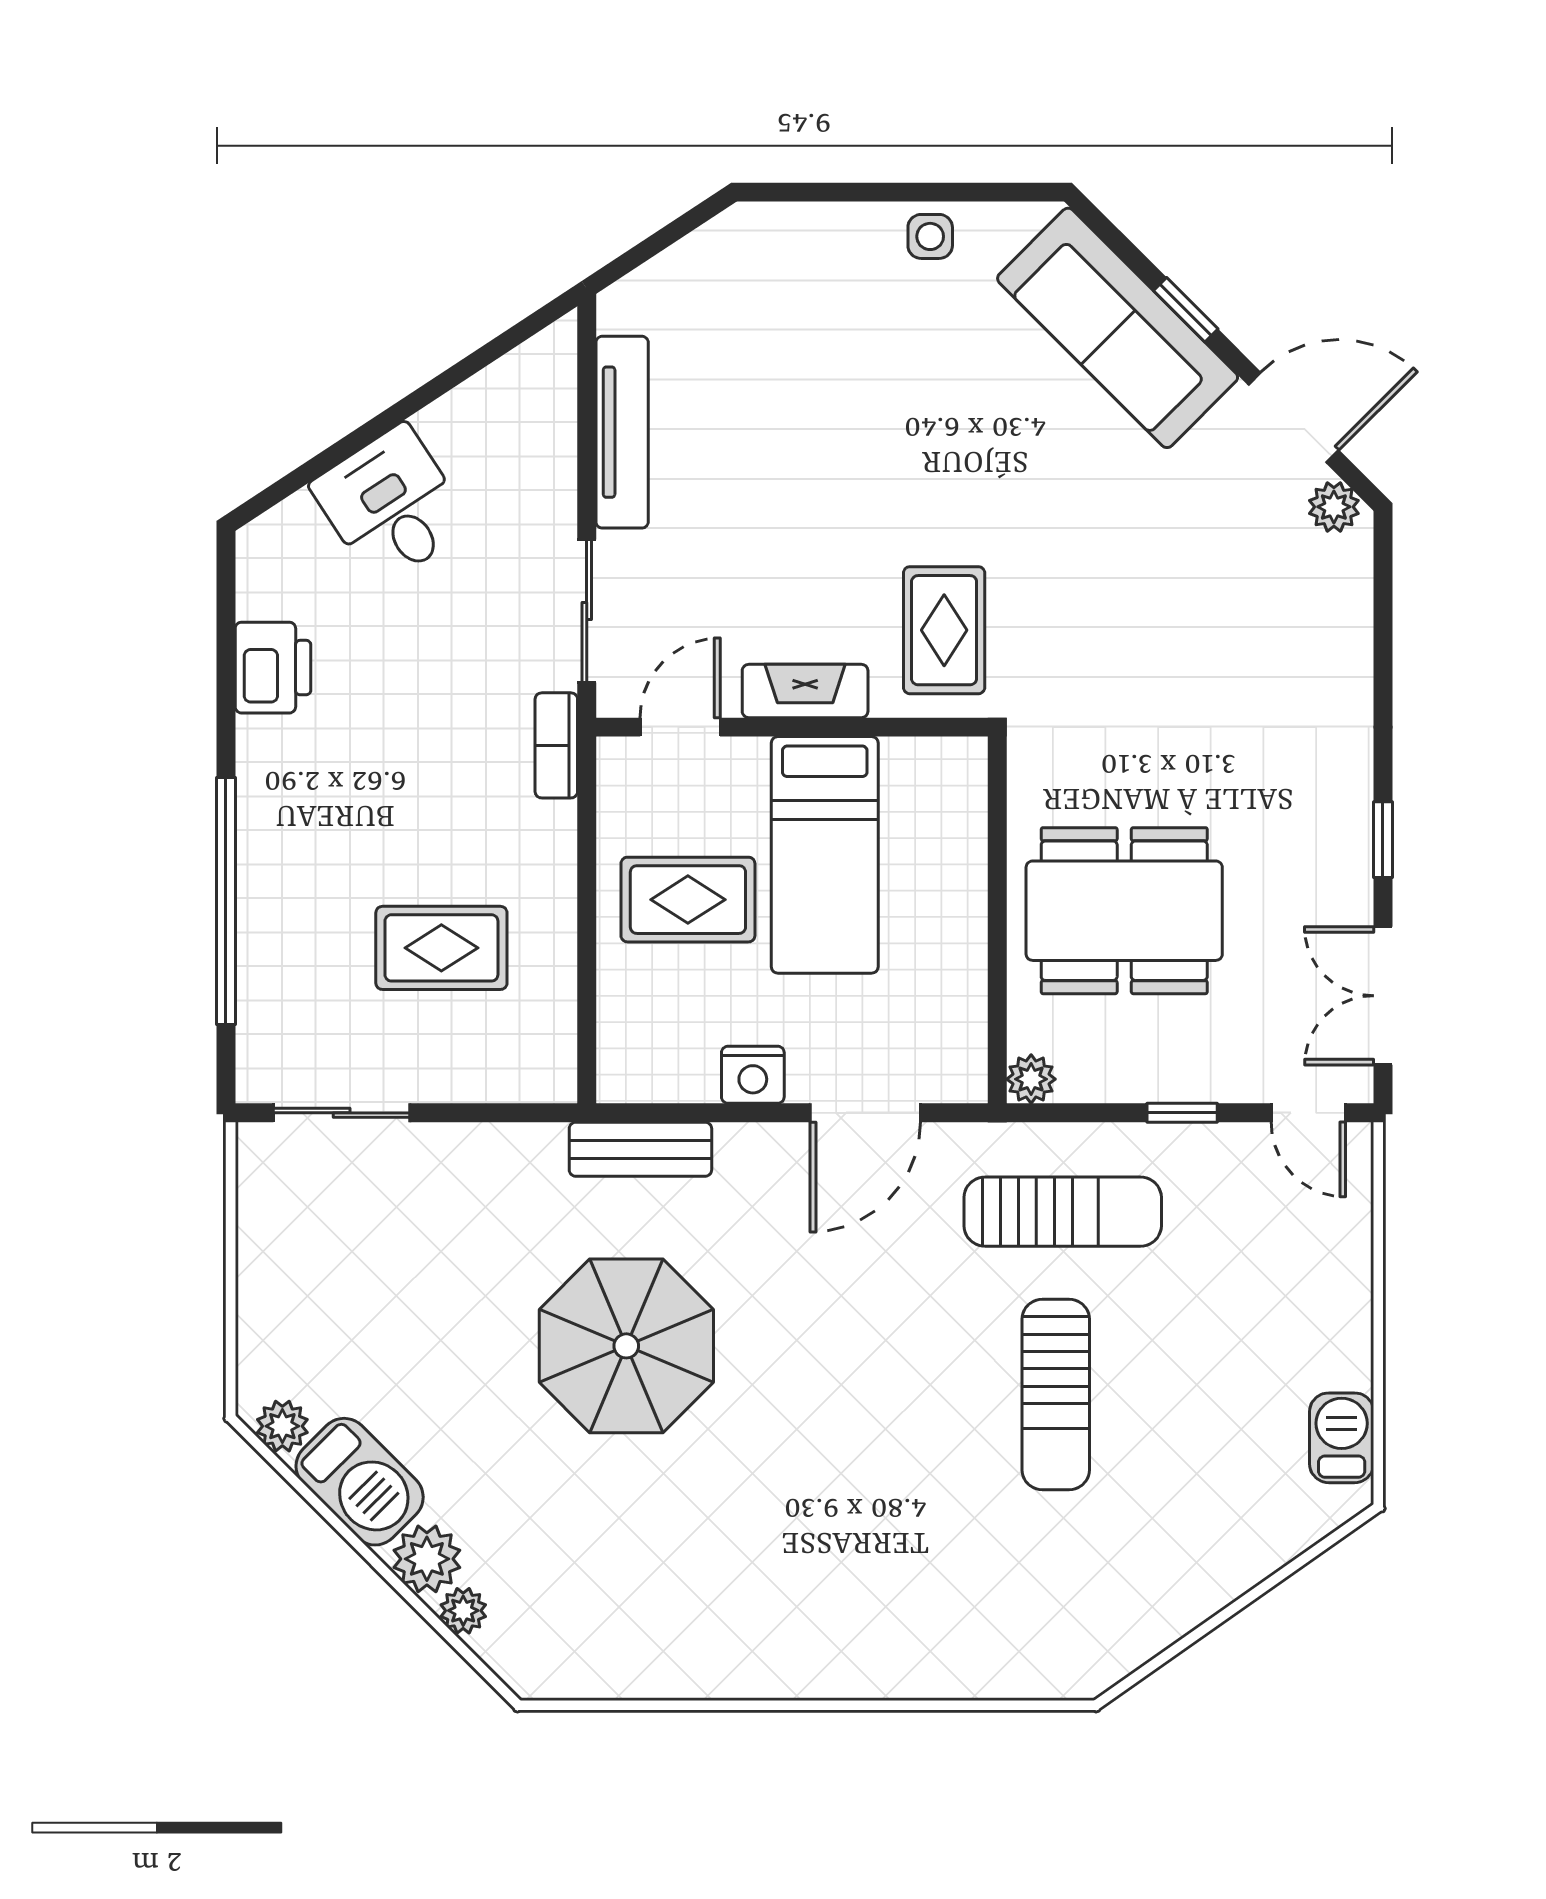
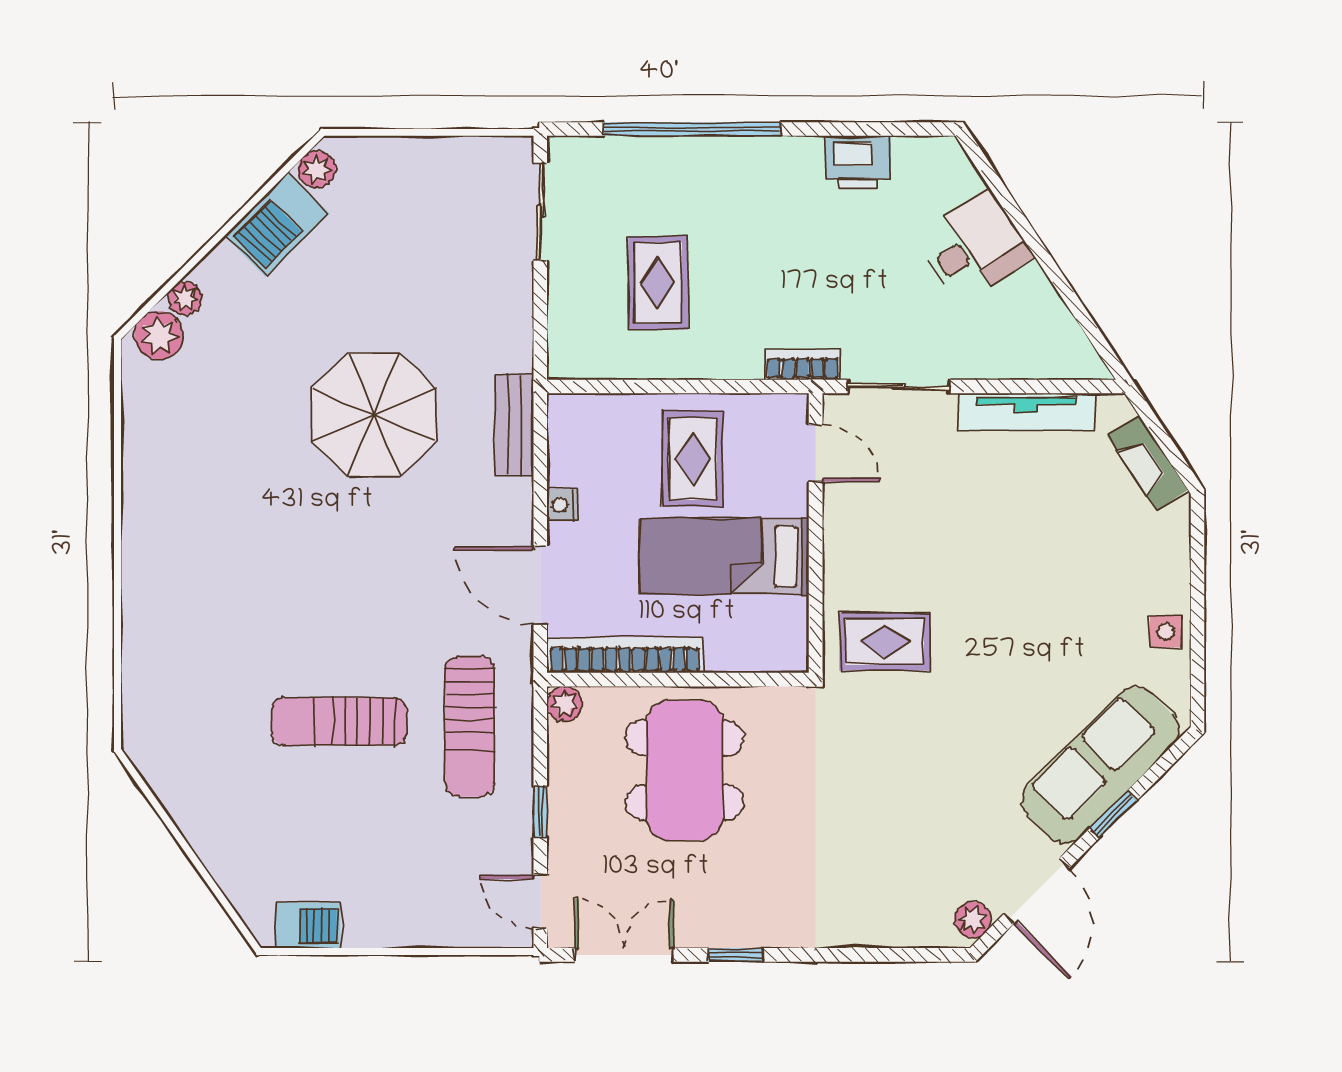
fireplace: (805, 691) -> (1148, 463), moved, turned 147
bookcase: (963, 994) -> (625, 655), added
nightstand: (753, 1075) -> (562, 505), width x0.72, depth x0.74
door: (1308, 1113) -> (540, 902), hinge flipped
plant: (427, 1559) -> (159, 335), moved

